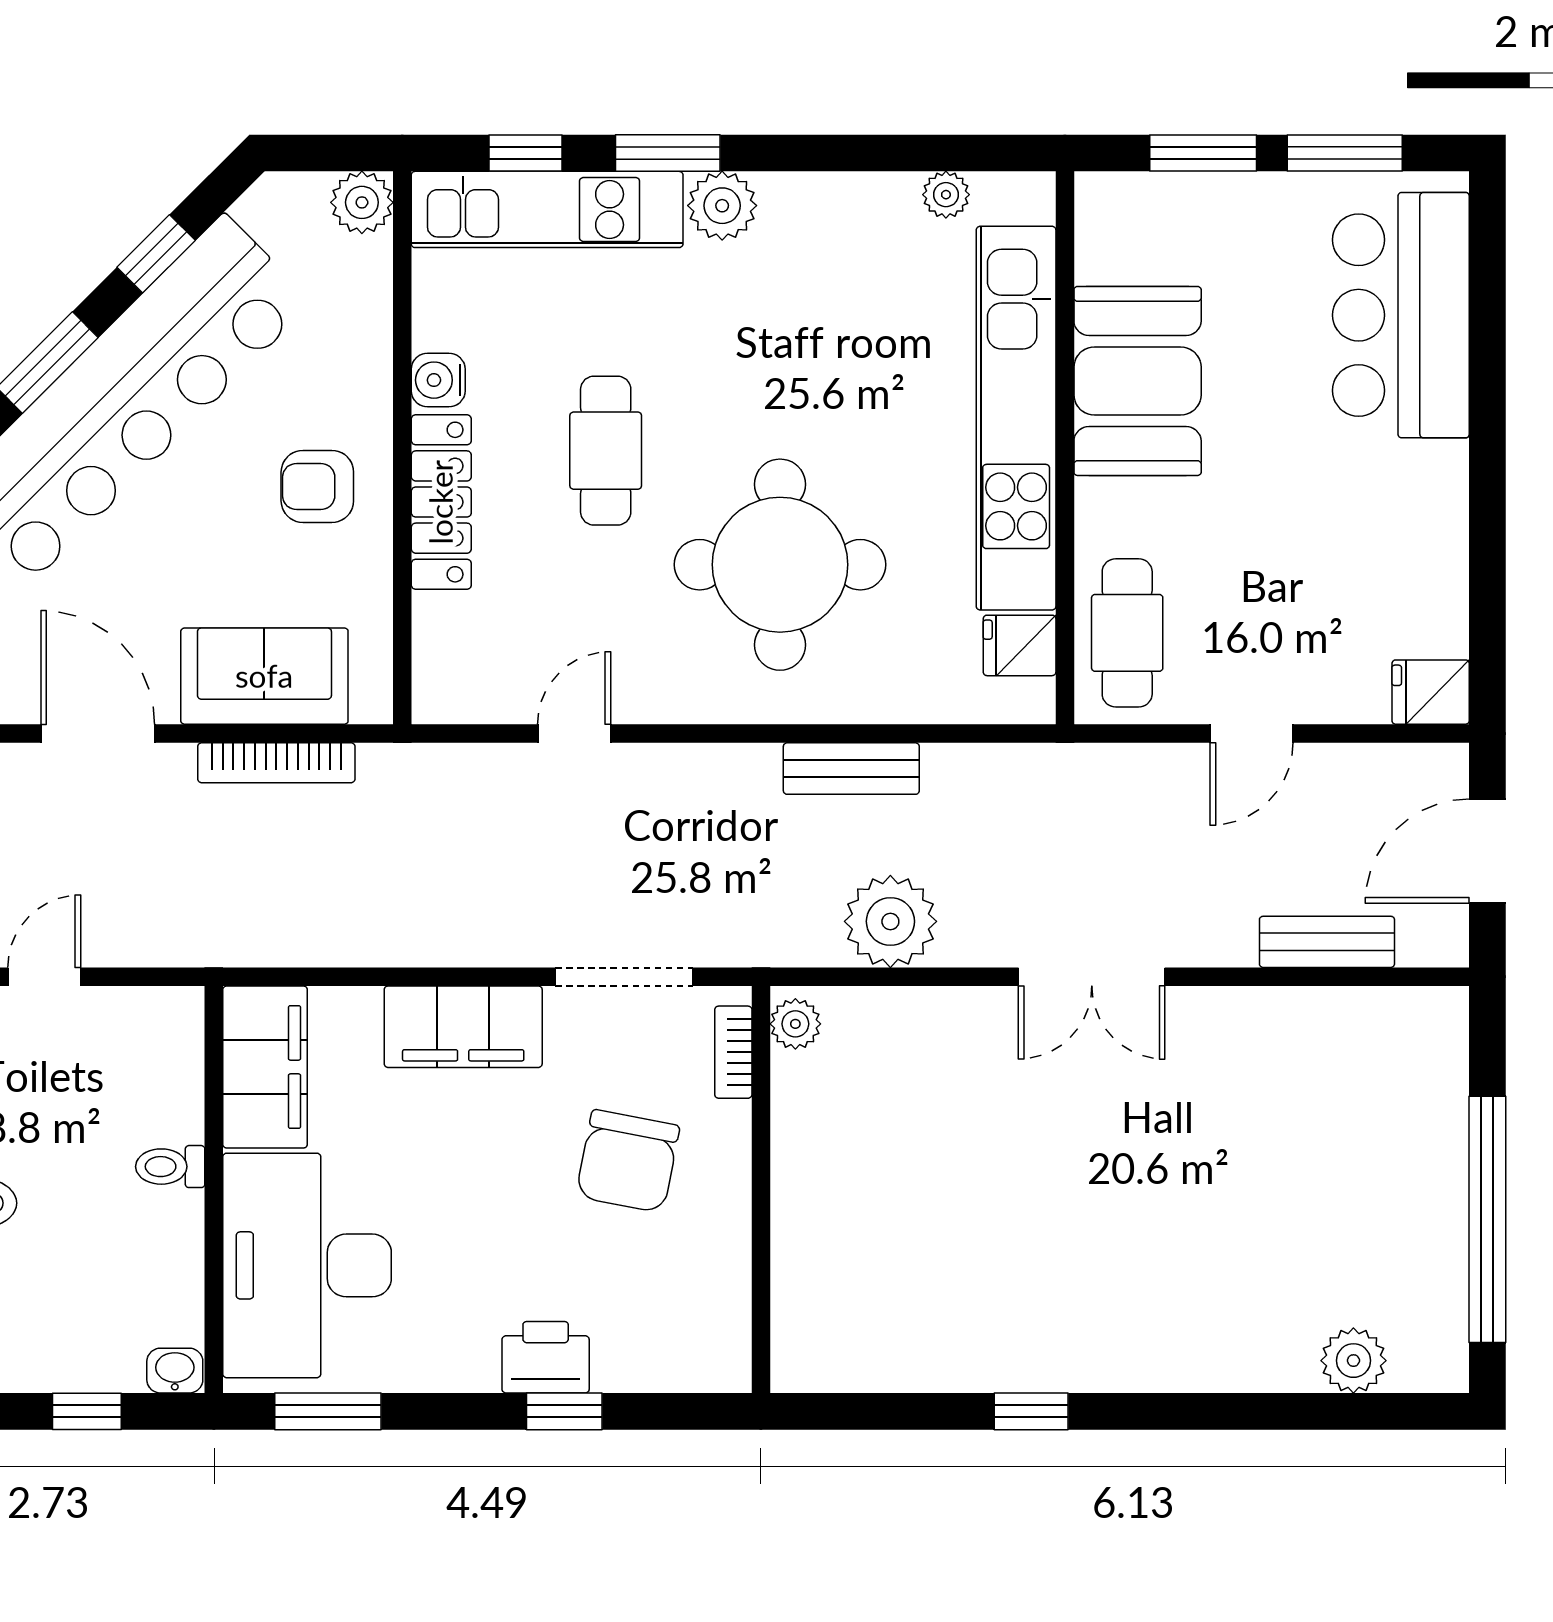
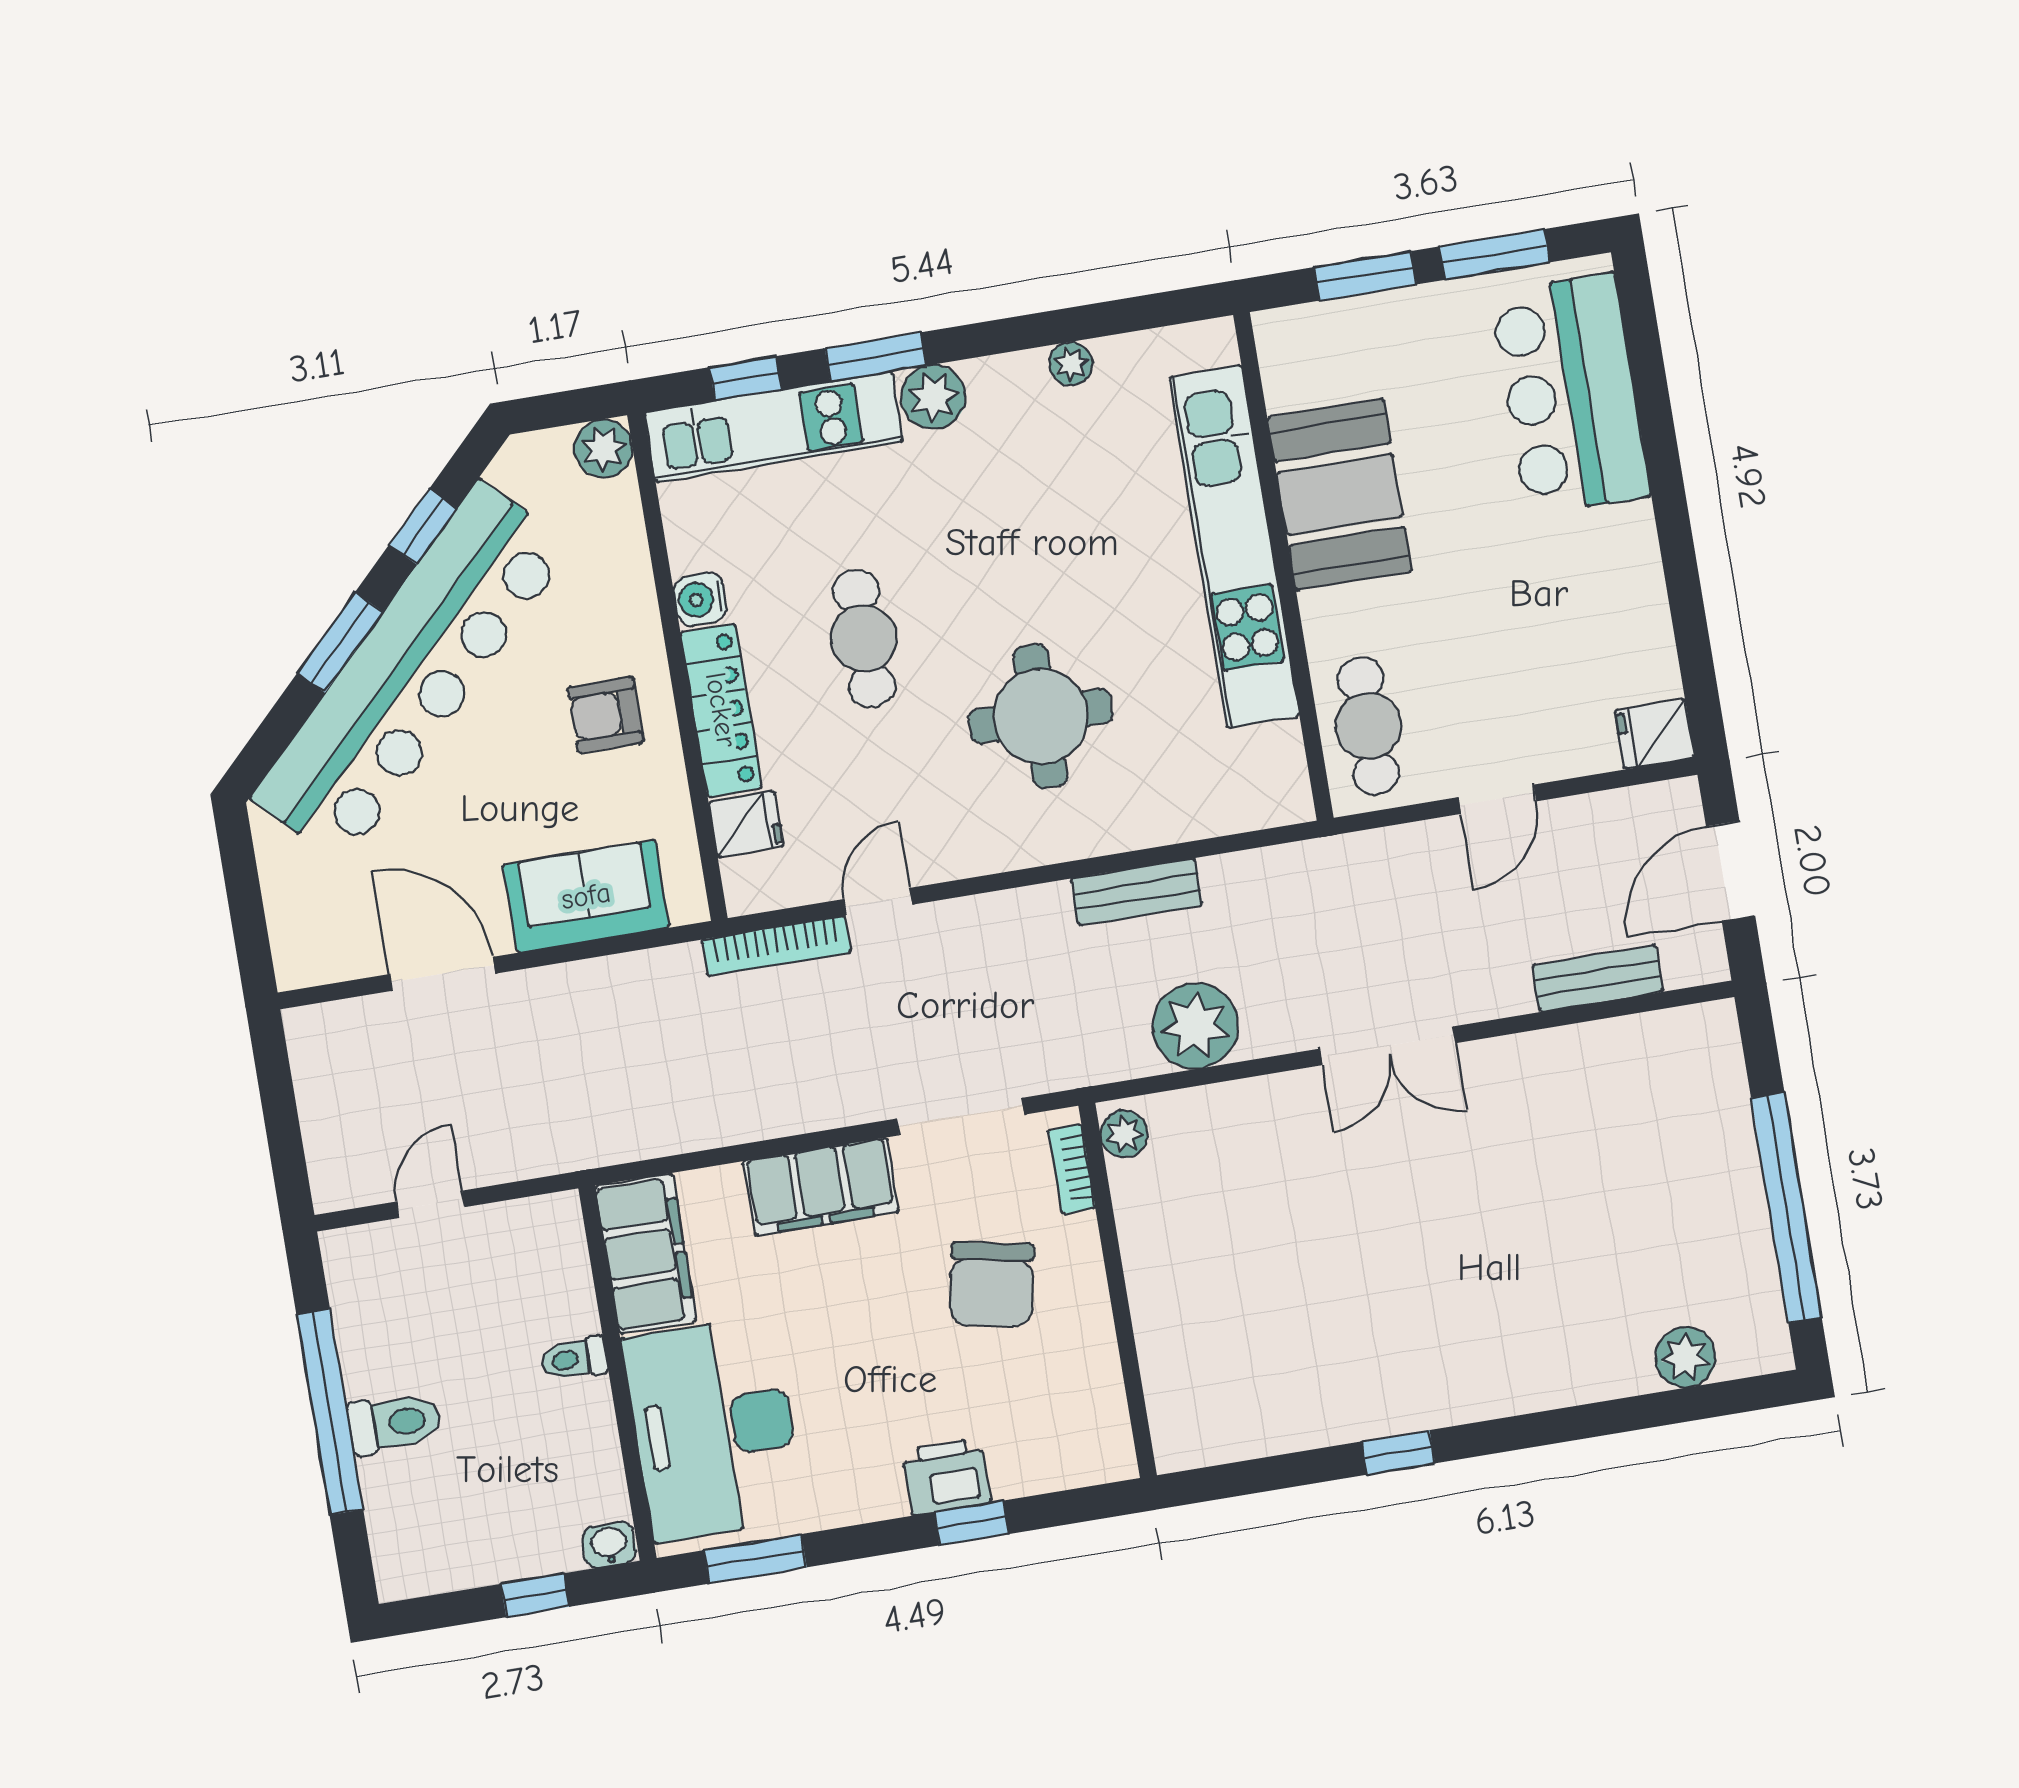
plant: (946, 195) -> (1071, 364), moved
round table: (780, 565) -> (1041, 716), width x0.73, depth x0.73
fridge: (1020, 645) -> (746, 824), moved, turned 180
bookcase: (276, 763) -> (777, 946), moved

